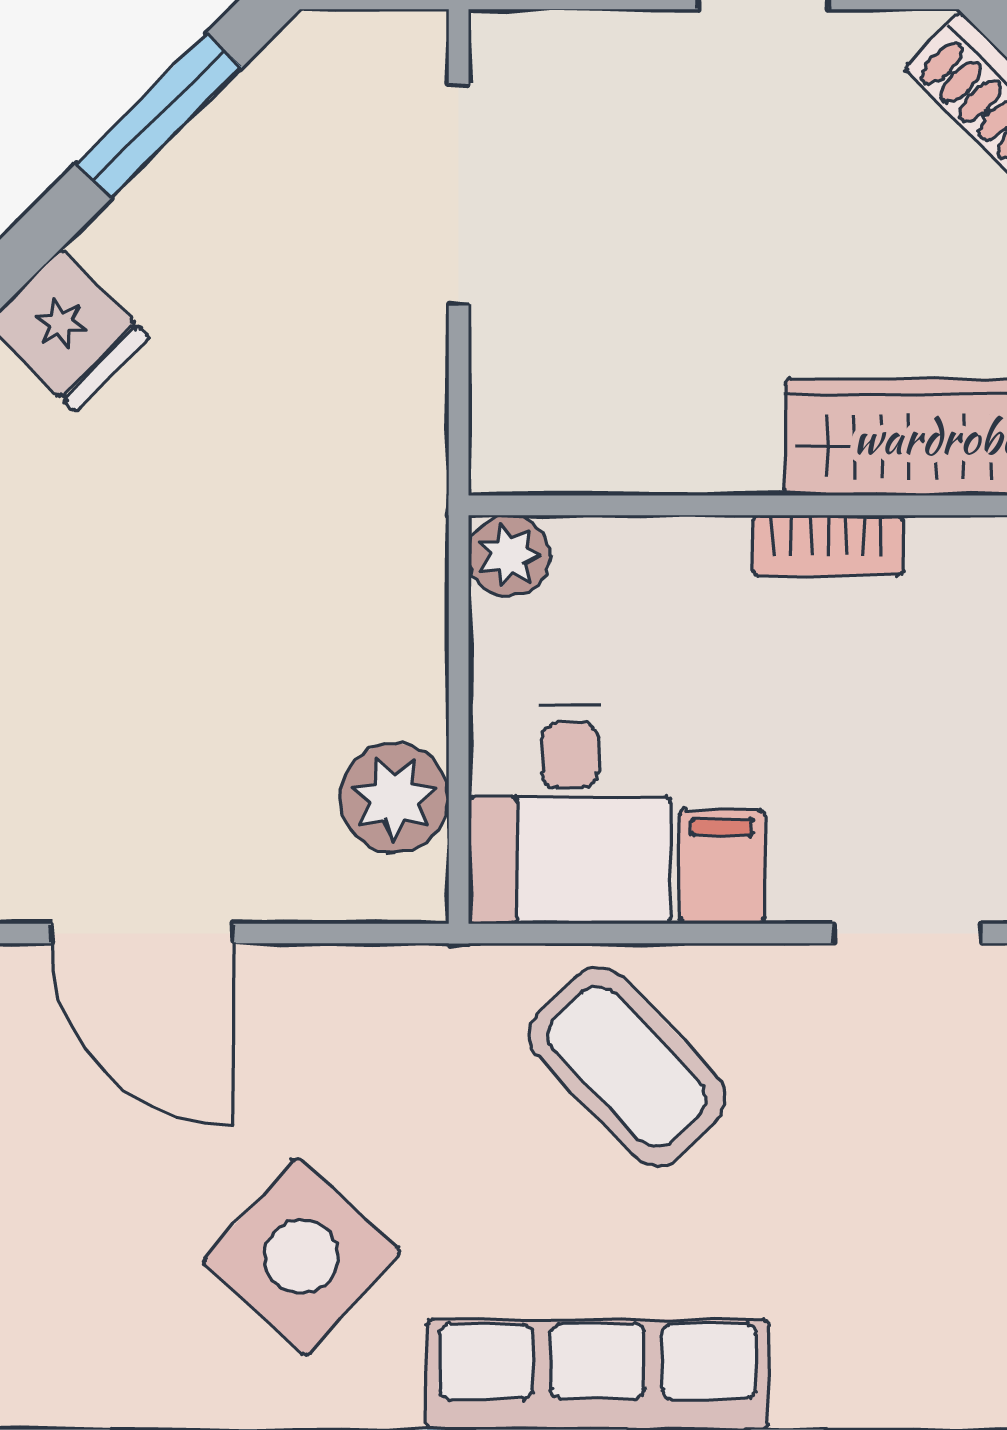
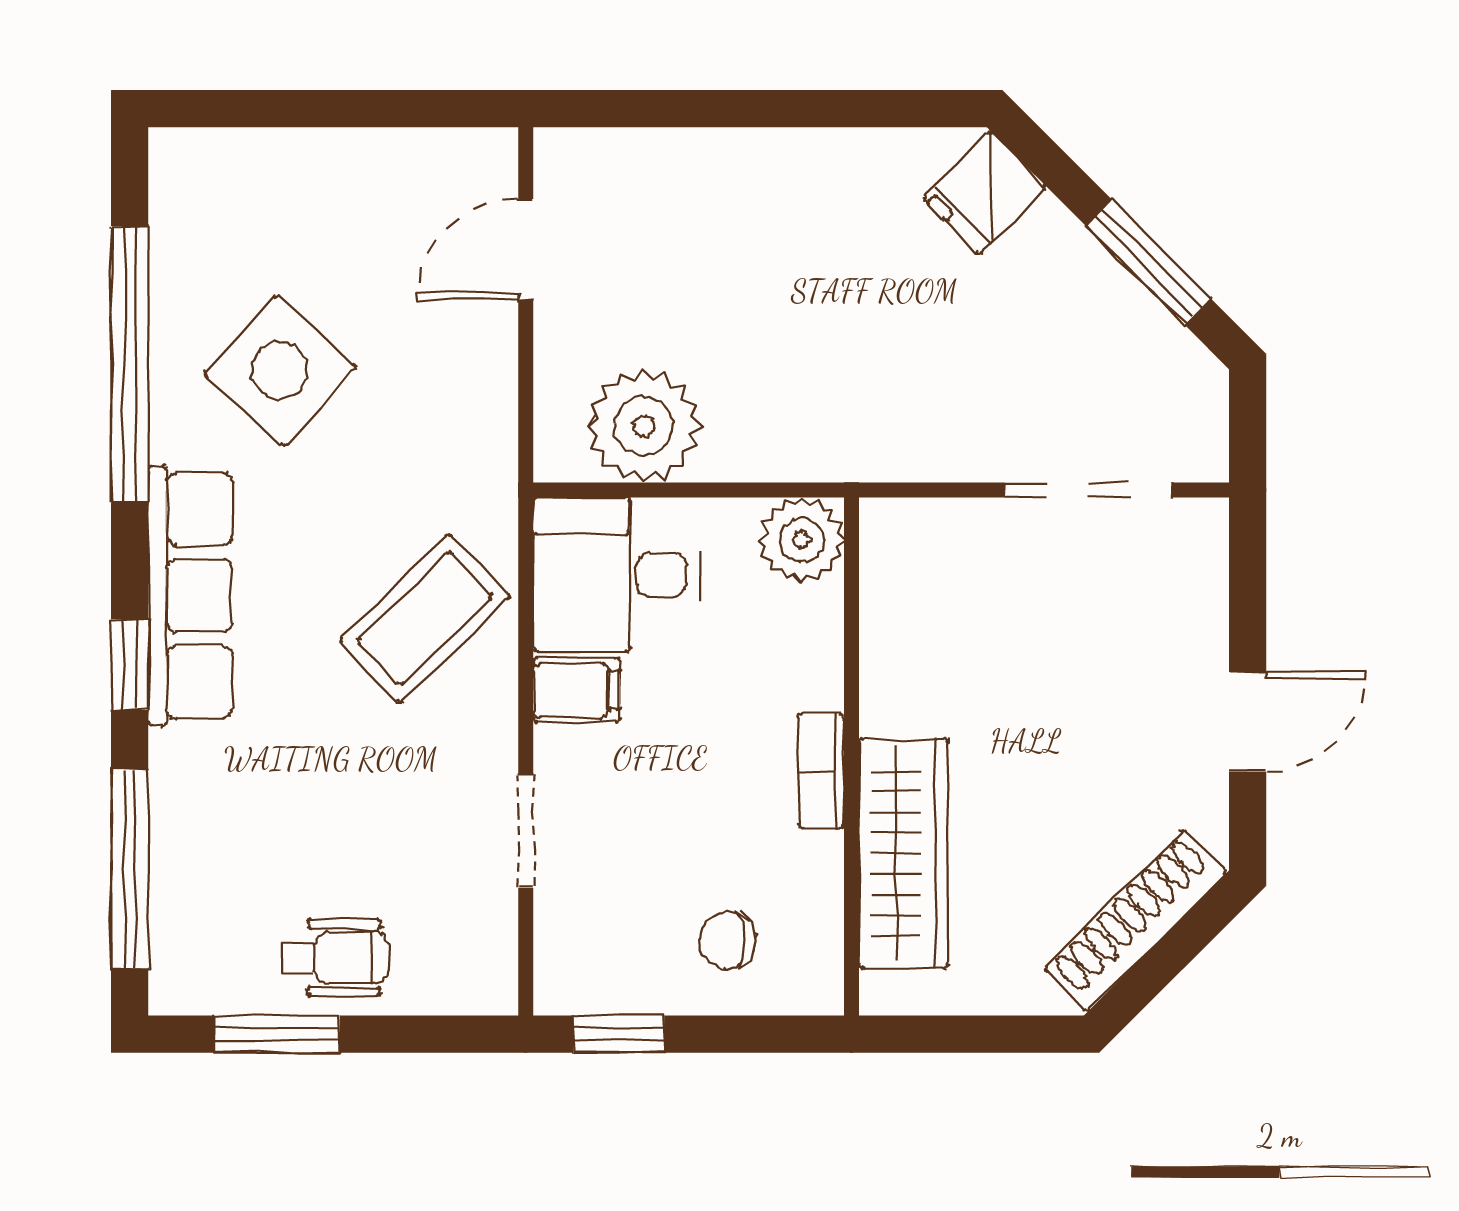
plant: (509, 556) -> (802, 540), width x1.38, depth x1.38
plant: (394, 798) -> (644, 426), width x1.36, depth x1.36
door: (142, 933) -> (526, 249), width x0.73

